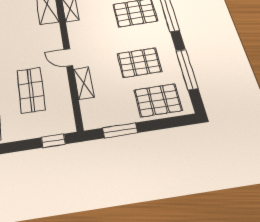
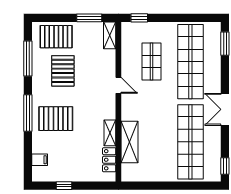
pallet: (139, 62) -> (63, 71), turned 90
shelving: (84, 83) -> (110, 35), moved

